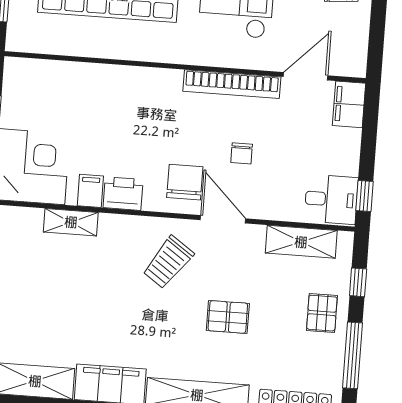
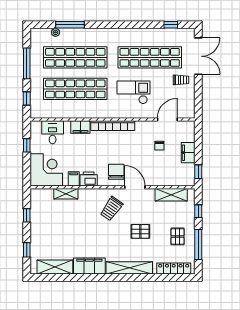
filing cabinet: (114, 78) -> (80, 127), added
bookcase: (232, 84) -> (113, 126), moved
filing cabinet: (349, 104) -> (188, 153), moved
chair: (242, 153) -> (159, 146), moved
desk: (331, 199) -> (53, 132), moved, turned -90
pallet: (322, 313) -> (178, 236), moved

